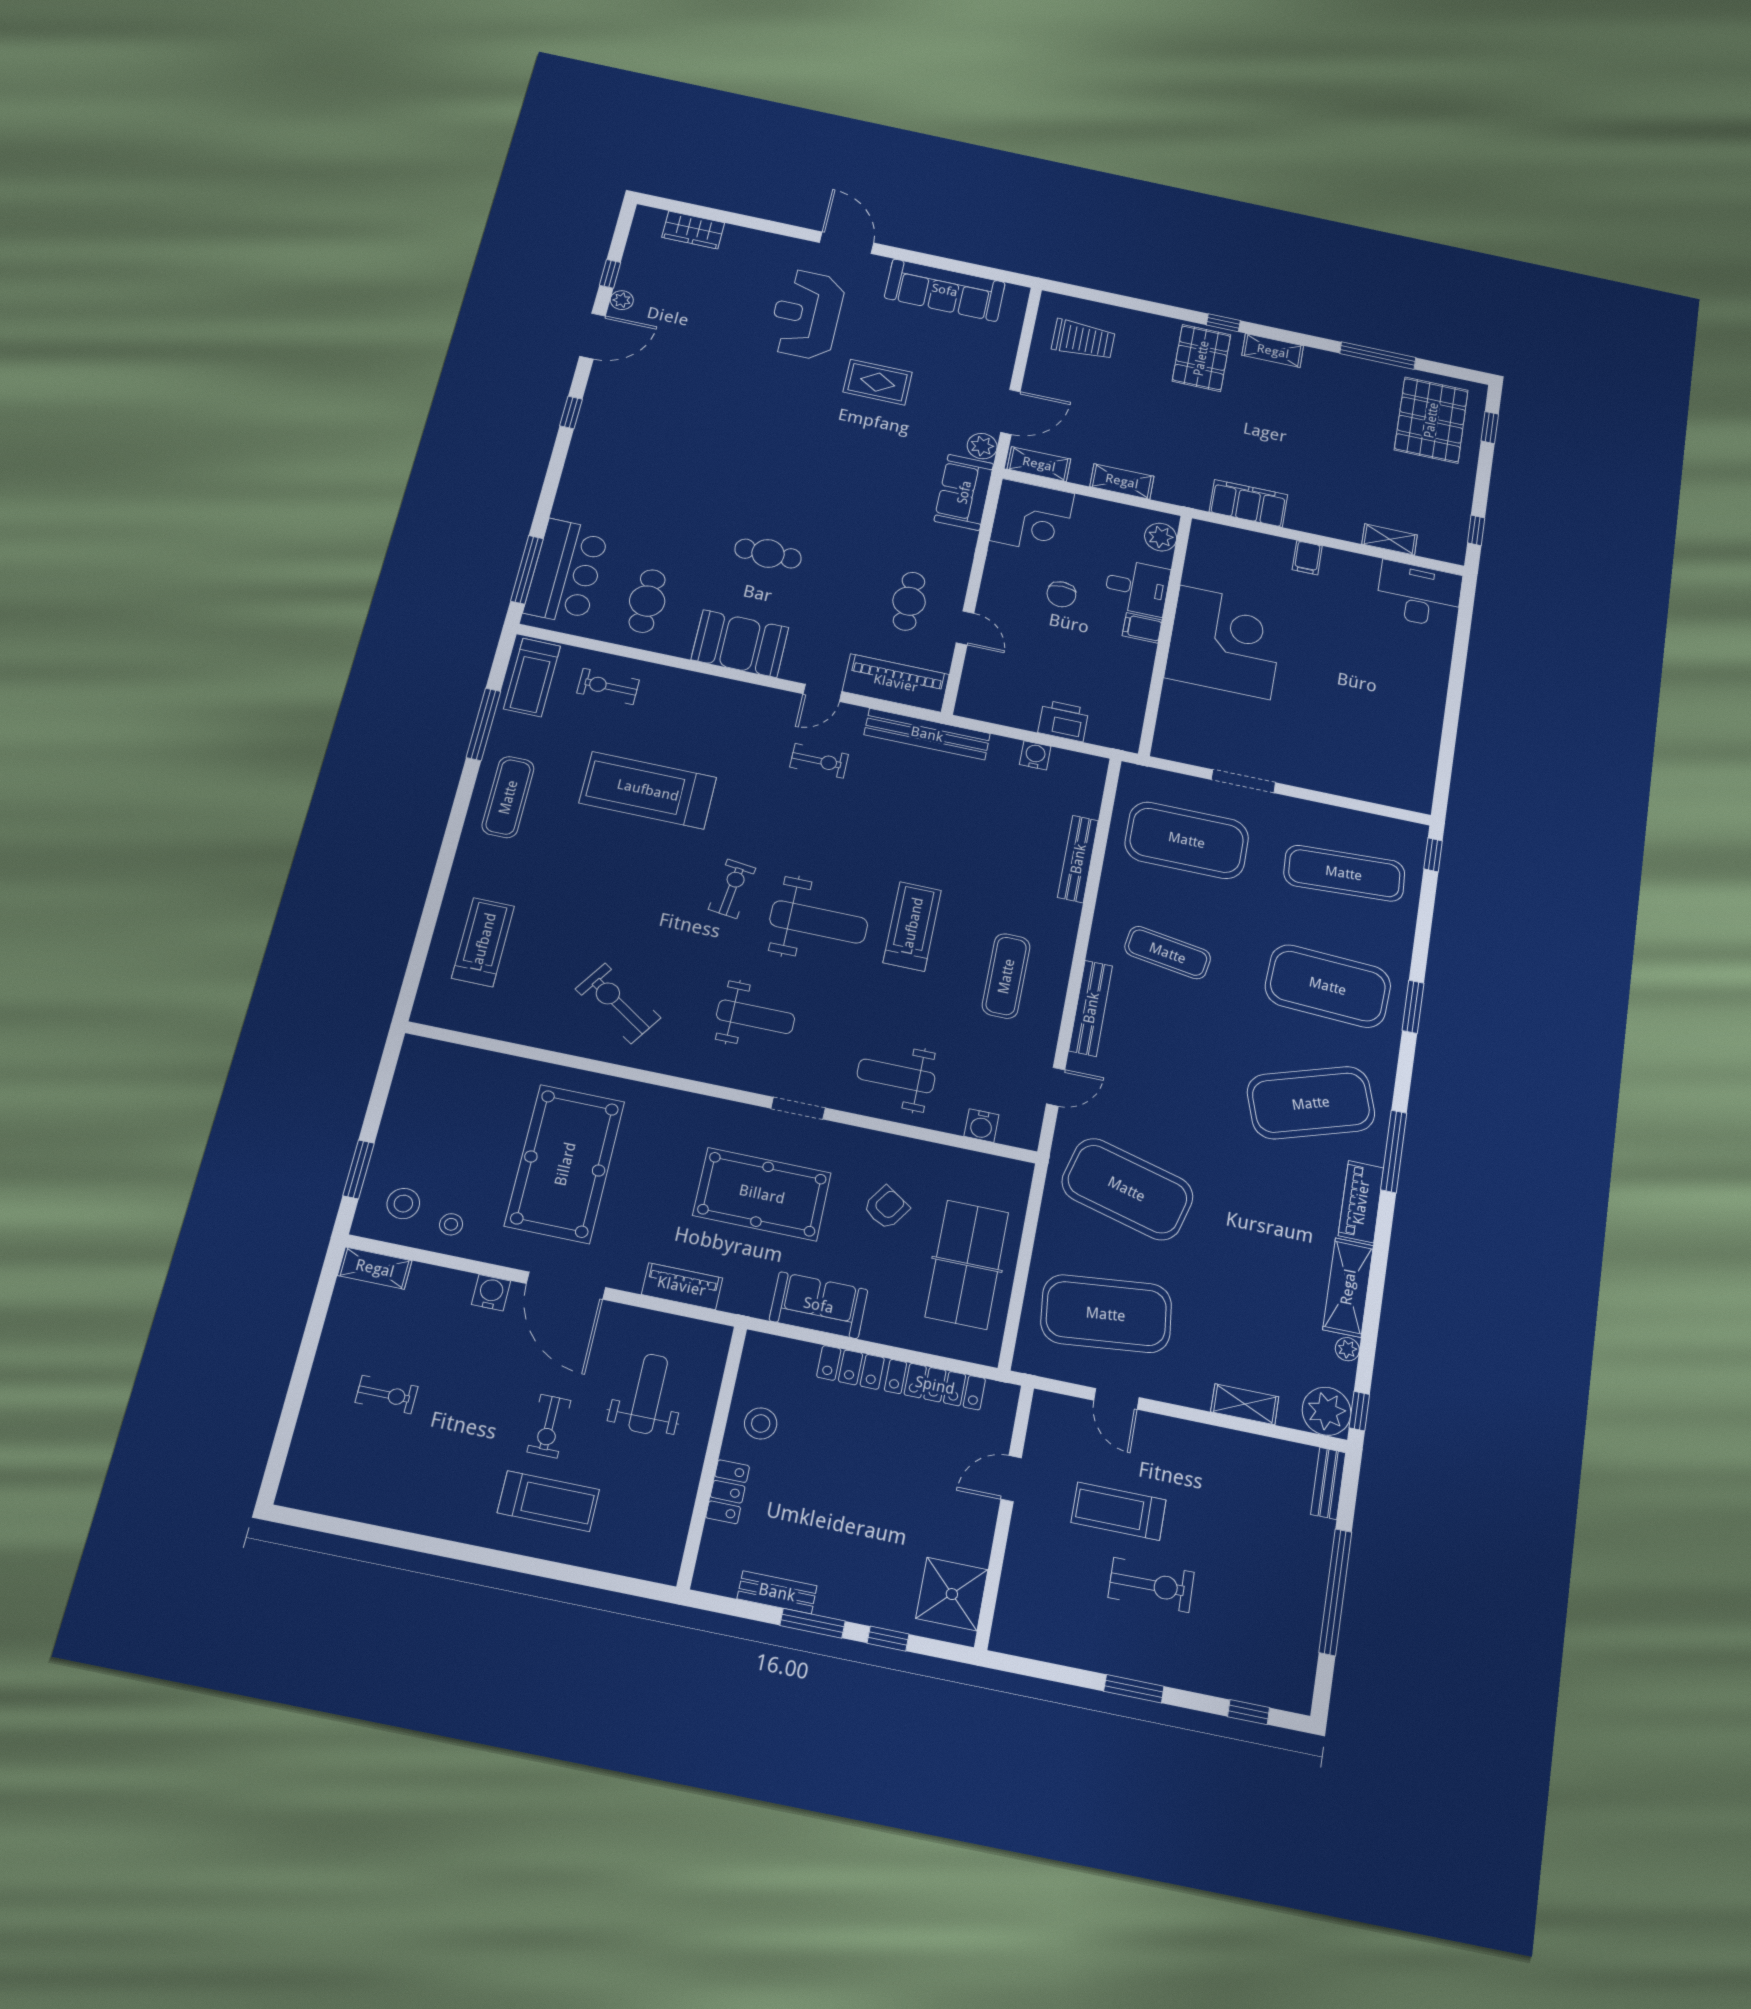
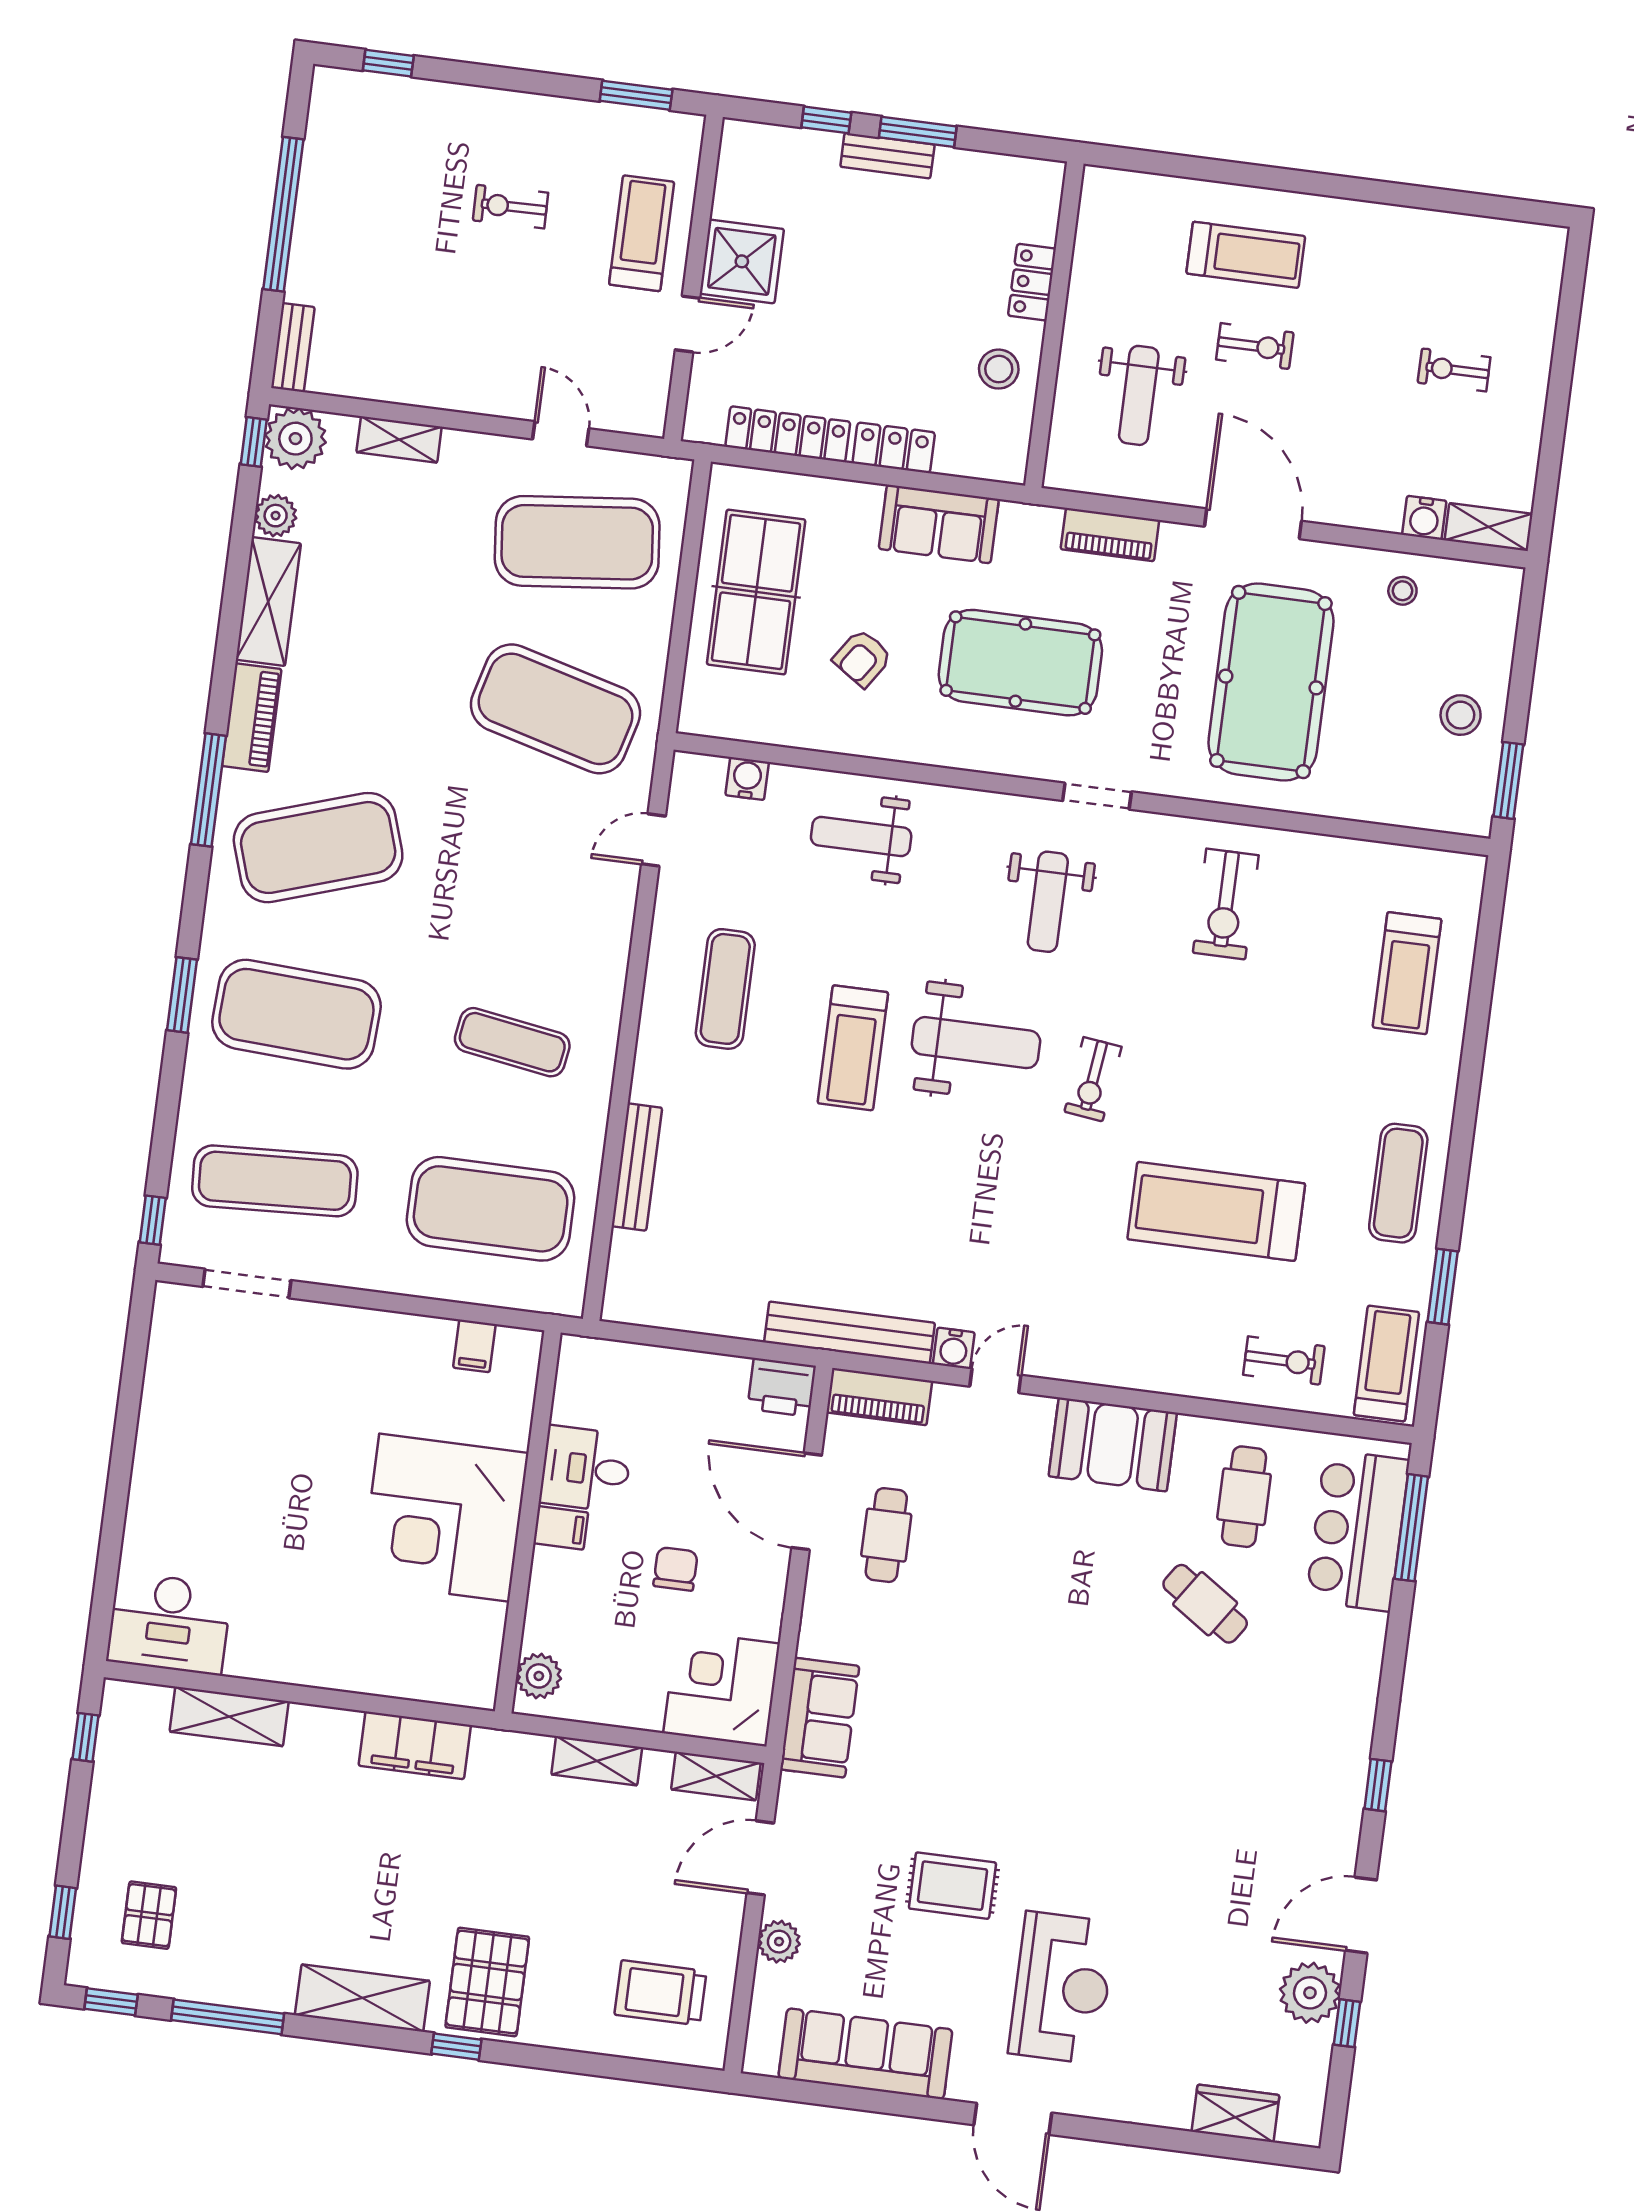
plant: (622, 300) -> (1310, 1993), width x1.88, depth x1.88
shelving: (1273, 351) -> (362, 1998), width x1.50, depth x1.33
window: (1456, 372) -> (111, 2002), added
pallet: (1431, 420) -> (149, 1915), width x0.49, depth x0.50
plant: (982, 446) -> (779, 1942), moved
shelving: (1390, 539) -> (229, 1716), width x1.50, depth x1.33
cafe table: (768, 554) -> (1205, 1604), moved, turned 34
filing cabinet: (1307, 558) -> (474, 1346), moved, turned 180
desk: (1137, 587) -> (586, 1469), moved
door: (965, 628) -> (807, 1501), width x1.87
piano: (896, 683) -> (879, 1397), width x0.73, depth x0.75
printer: (1063, 721) -> (782, 1387), moved
window: (483, 724) -> (1443, 1287), width x0.69
water cooler: (1035, 755) -> (954, 1348), moved
exercise bike: (819, 761) -> (992, 1278), removed
doorway: (1243, 781) -> (247, 1284), moved
treadmill: (648, 790) -> (1216, 1211), turned 180
weight bench: (819, 922) -> (976, 1043), turned 180
exercise bike: (618, 1003) -> (1226, 904), turned 56
bench: (1091, 1008) -> (612, 954), removed
weight bench: (756, 1017) -> (1048, 902), turned -90
weight bench: (896, 1076) -> (861, 836), turned 180
doorway: (798, 1108) -> (1097, 796), moved
window: (358, 1169) -> (1508, 780), moved
stool: (403, 1204) -> (1461, 715), moved
water cooler: (491, 1293) -> (1424, 518), moved
plant: (1347, 1349) -> (276, 516), width x1.38, depth x1.38
exercise bike: (549, 1426) -> (1255, 346), turned 90
treadmill: (548, 1501) -> (1246, 255), turned 180
treadmill: (1119, 1511) -> (642, 233), moved, turned -90
exercise bike: (1151, 1585) -> (511, 207), width x0.73, depth x0.72
bench: (777, 1592) -> (887, 156), moved
shower: (952, 1594) -> (742, 261), moved
window: (1134, 1689) -> (636, 95), moved

